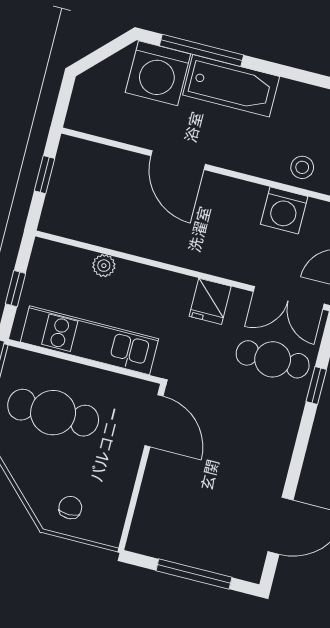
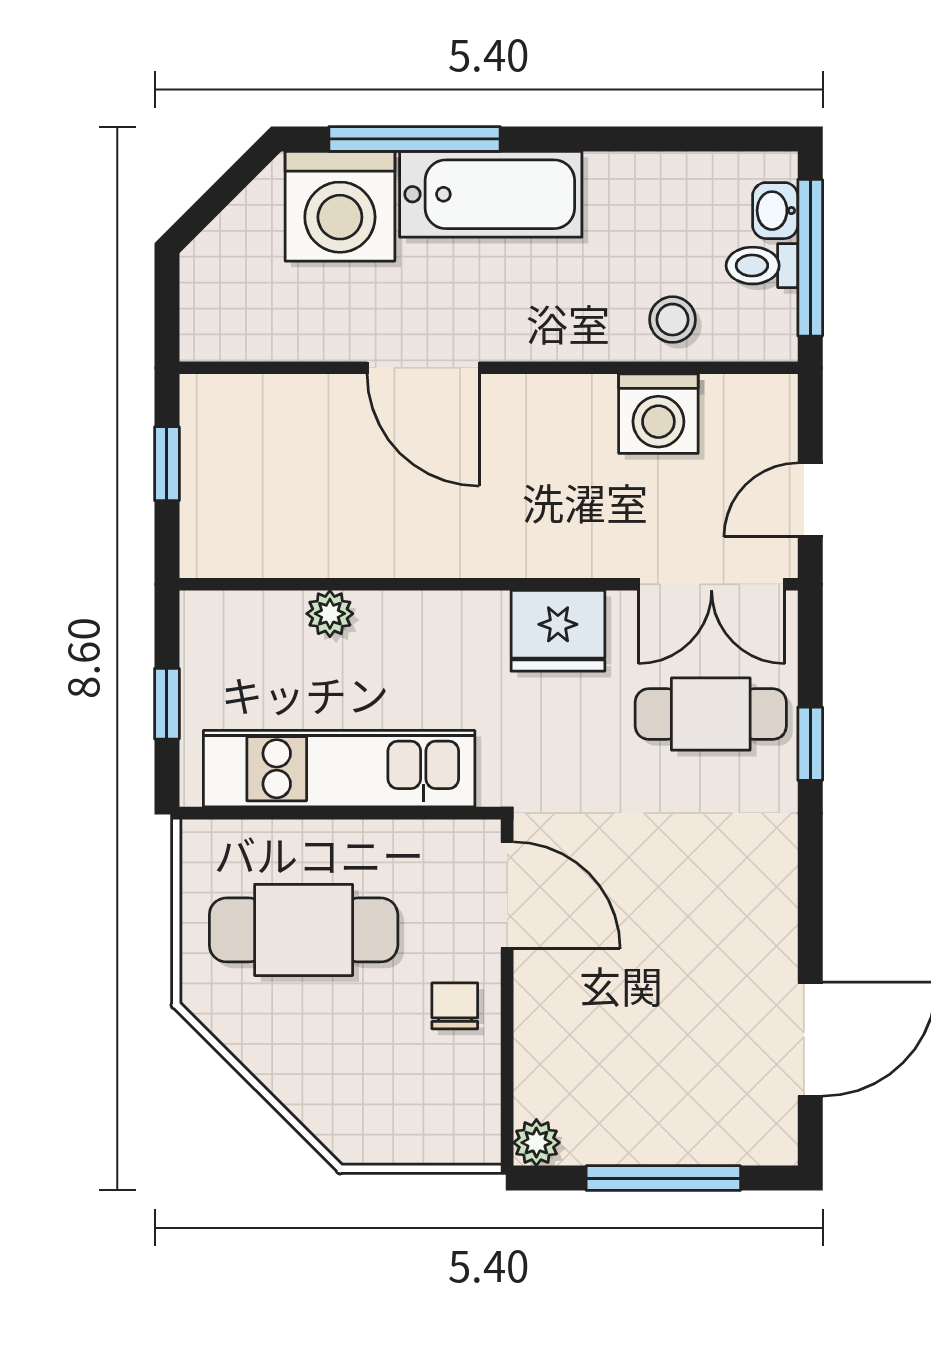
fridge: (210, 301) -> (558, 631), width x1.38
chair: (70, 508) -> (455, 1006), moved
plant: (138, 542) -> (536, 1143), added

